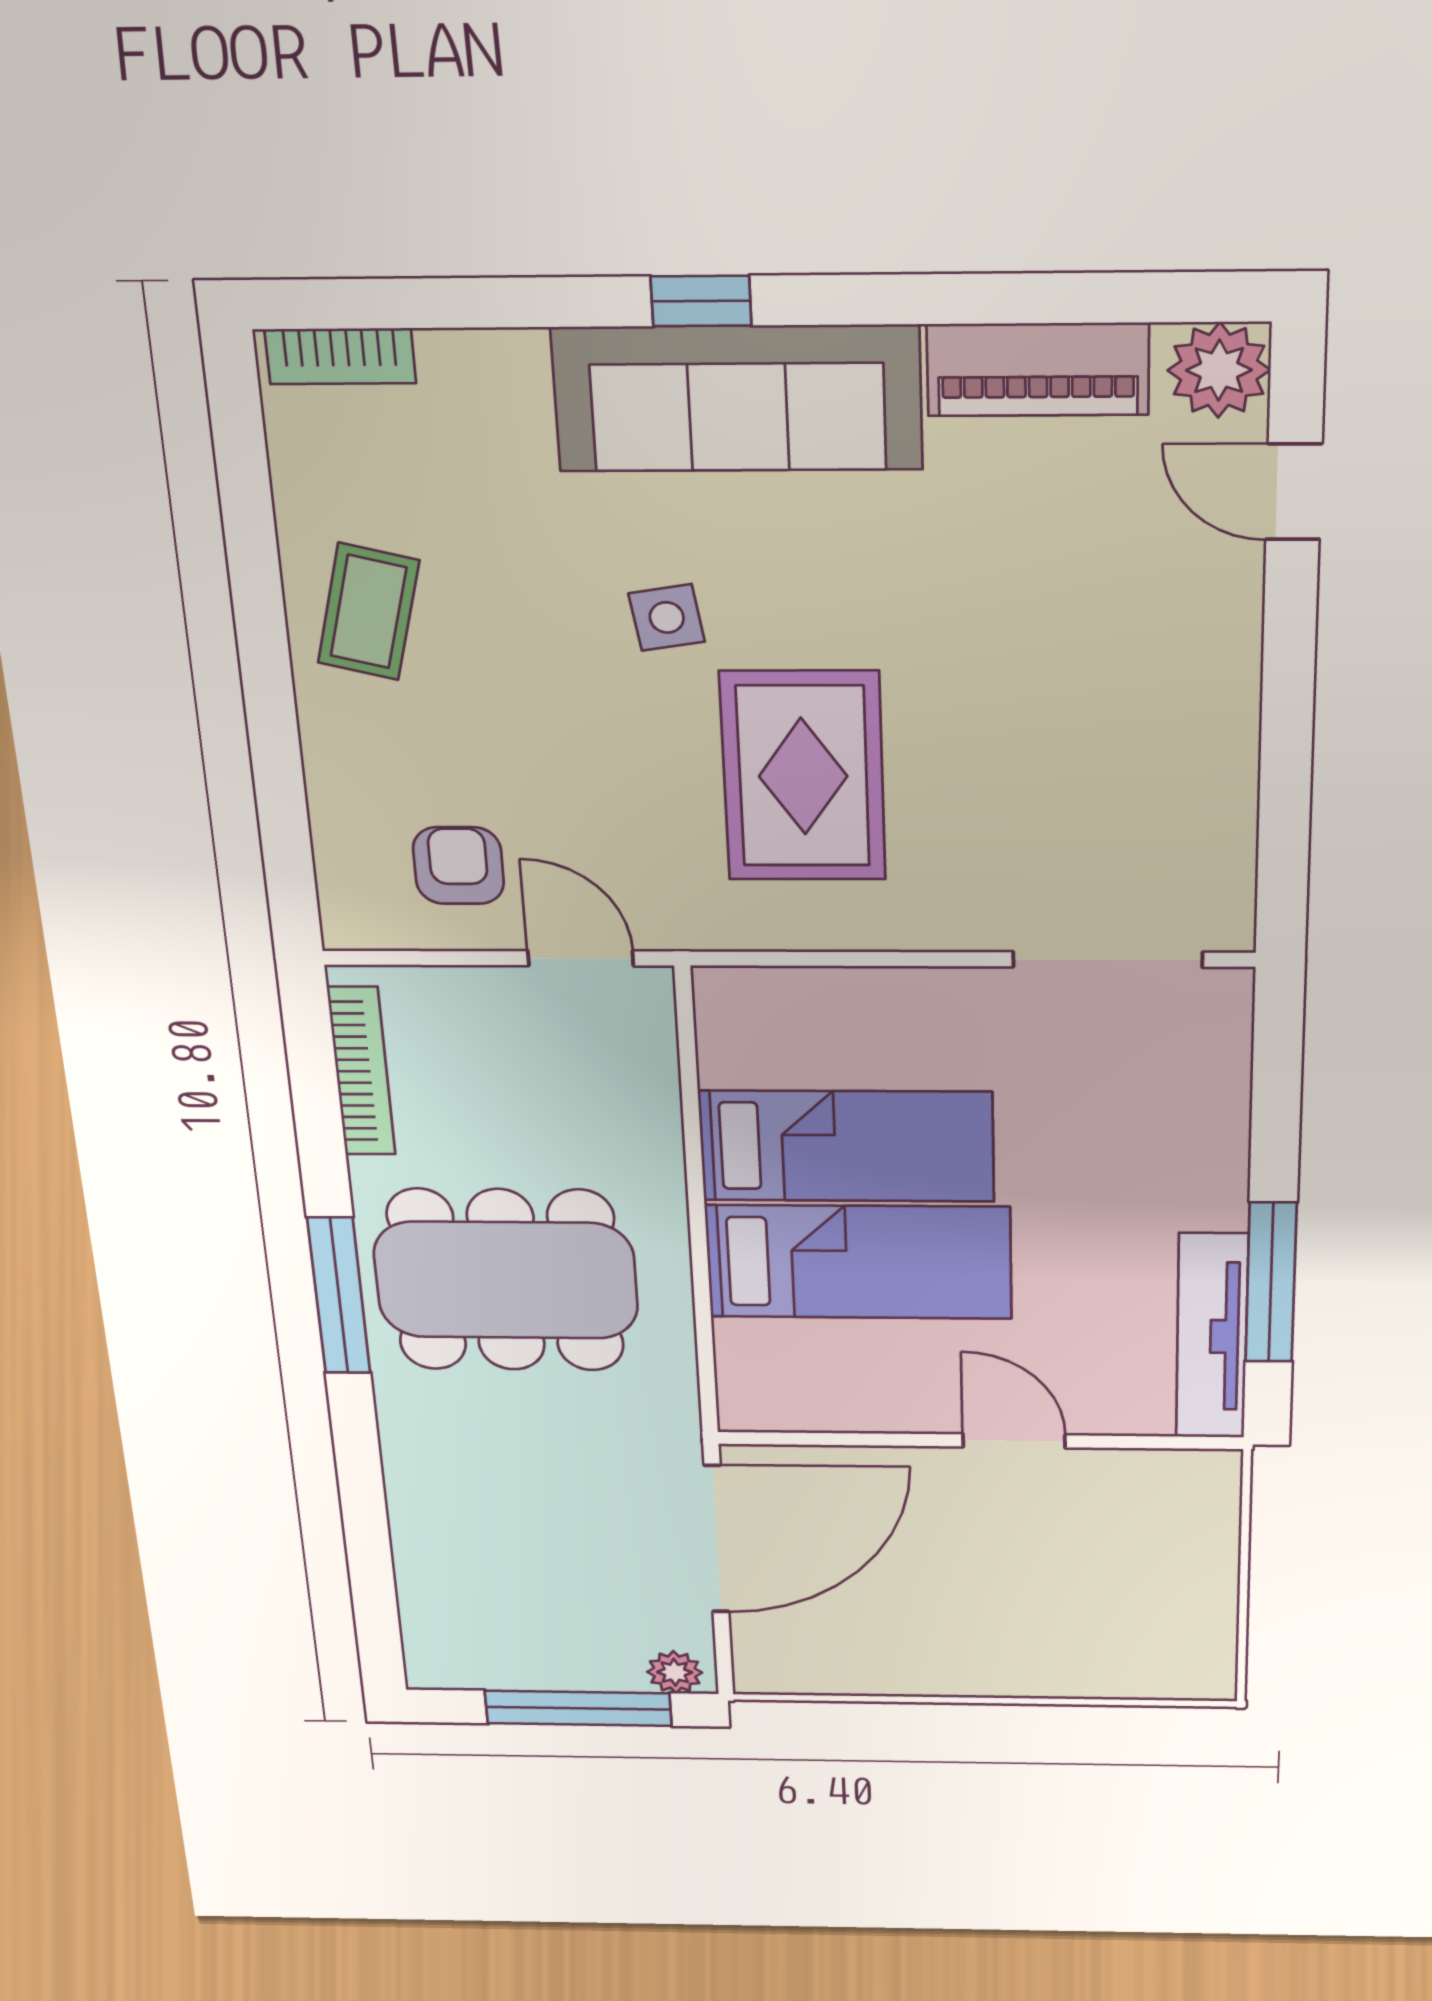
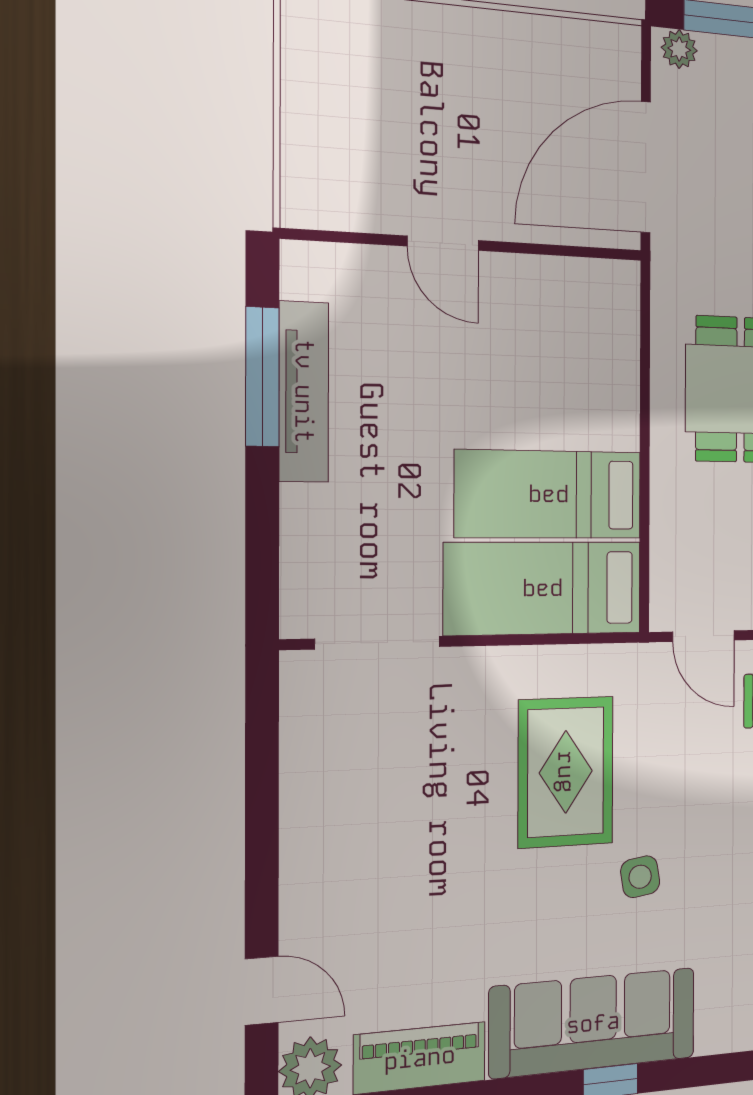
bed: (859, 1262) -> (543, 588), moved
tv unit: (1212, 1336) -> (304, 392), moved

